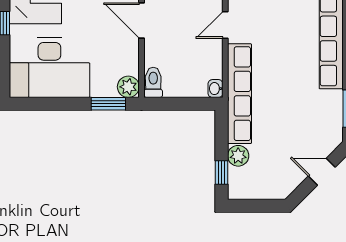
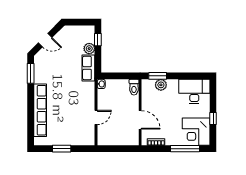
desk: (49, 68) -> (194, 91), width x0.73, depth x0.77
plant: (128, 87) -> (161, 85), moved
row of seats: (240, 94) -> (88, 68), width x0.50

